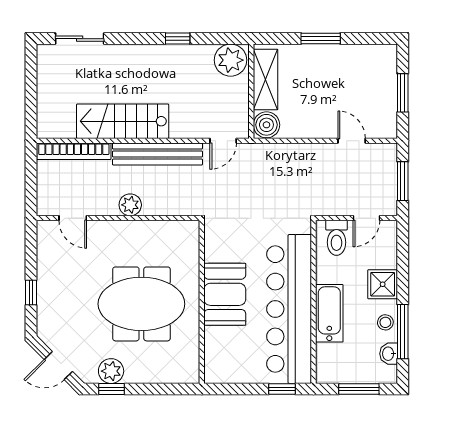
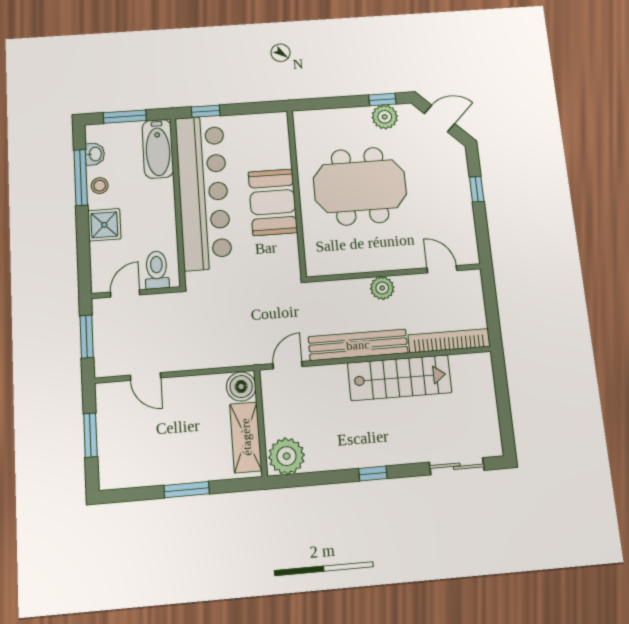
window: (178, 39) -> (373, 473), moved
bathtub: (329, 313) -> (158, 149), moved

